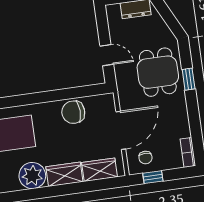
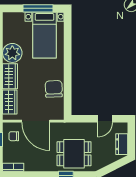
door: (107, 55) -> (105, 119), moved

